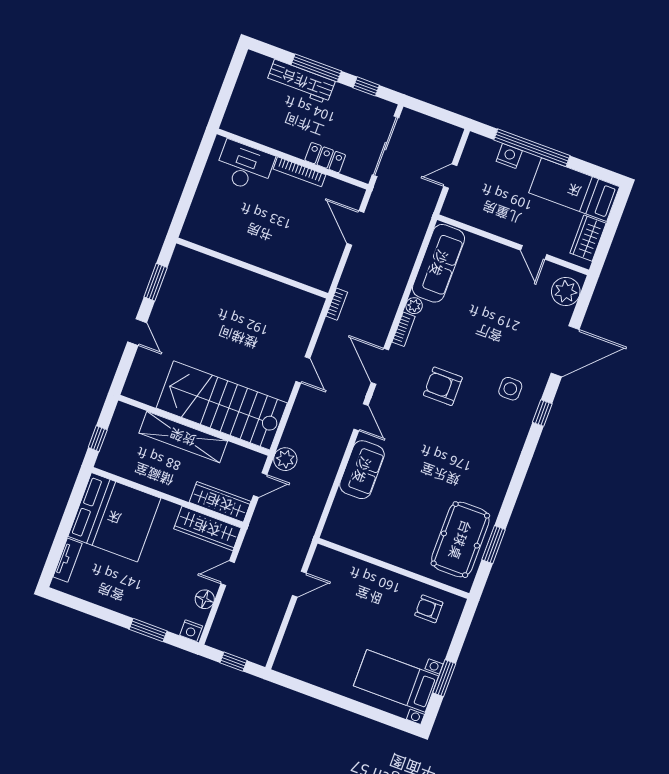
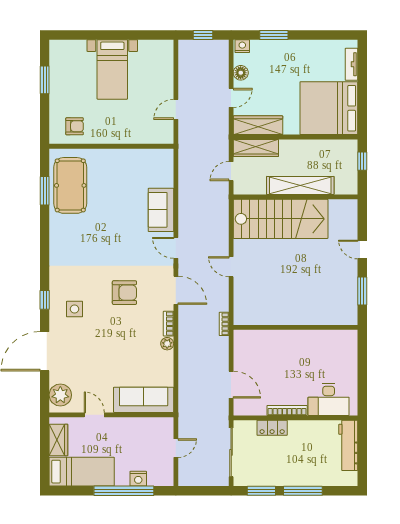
workbench: (301, 81) -> (348, 445), moved, turned -90
window: (366, 86) -> (261, 491), width x1.50
sofa: (439, 263) -> (144, 400), moved, turned 90
plant: (285, 459) -> (220, 197), removed
bed with nightstands: (396, 681) -> (112, 69), moved, turned 90

